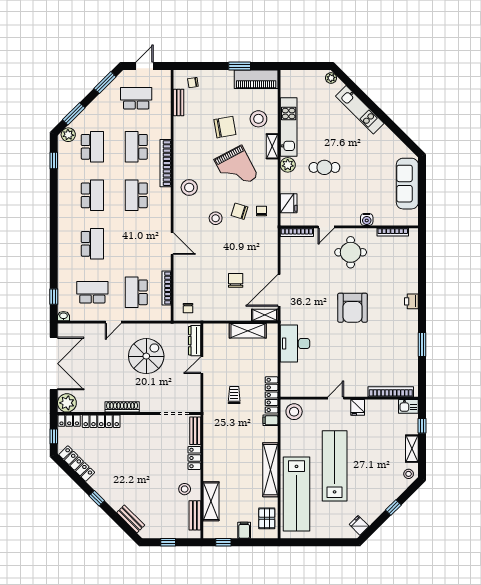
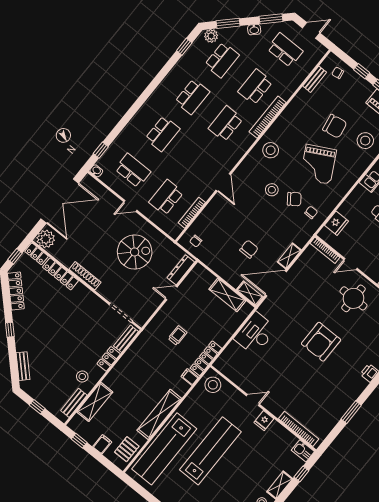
window: (211, 66) -> (362, 71), added
washbasin: (98, 102) -> (254, 30), added
shelving: (272, 146) -> (289, 256), moved
plant: (288, 165) -> (359, 193), removed
chair: (239, 211) -> (294, 199), turned 127

